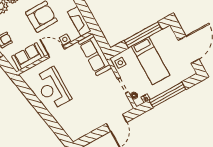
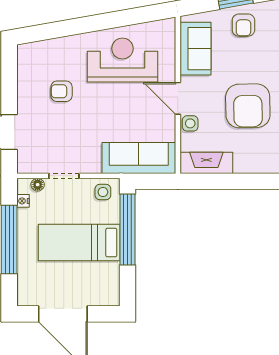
window: (143, 35) -> (128, 230), moved
door: (56, 52) -> (178, 98), swing flipped
armchair: (83, 109) -> (62, 91), added

